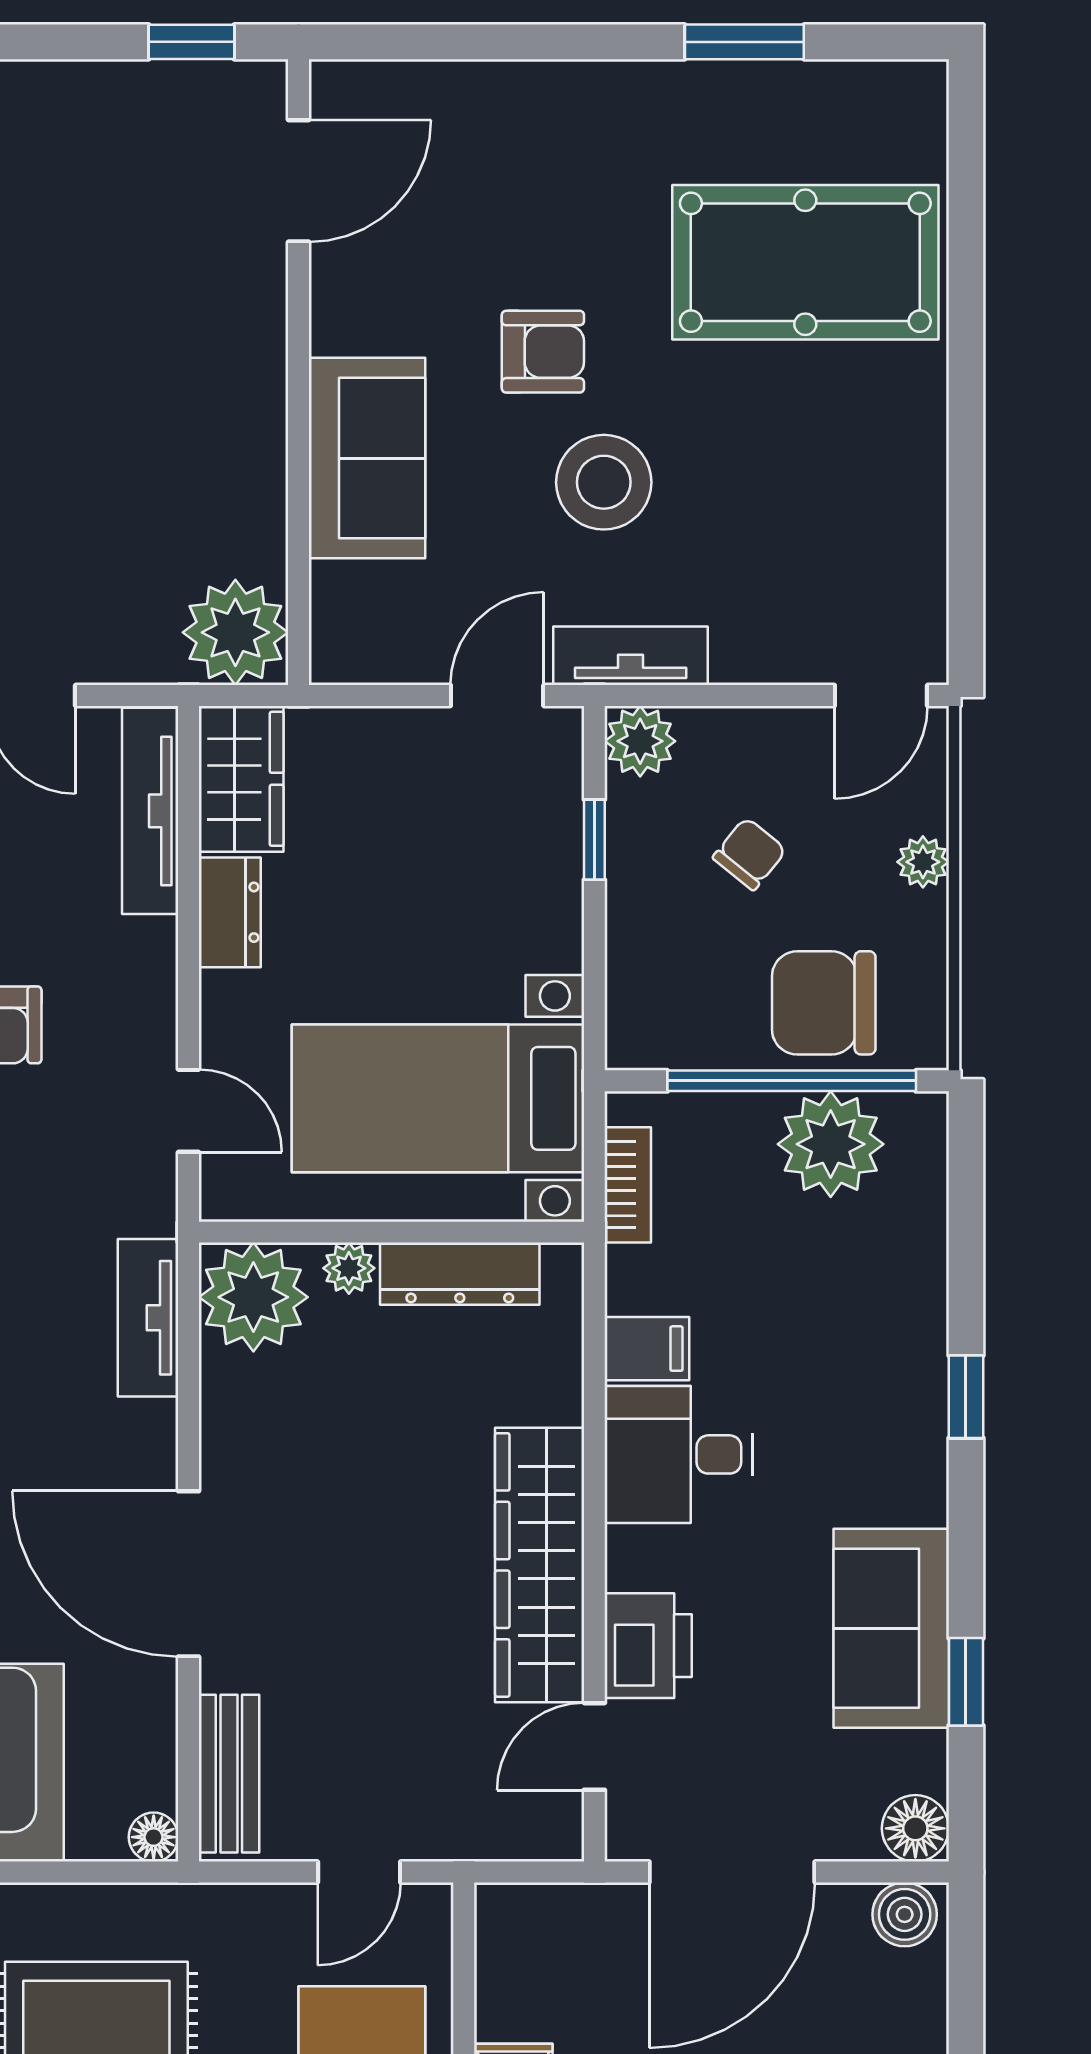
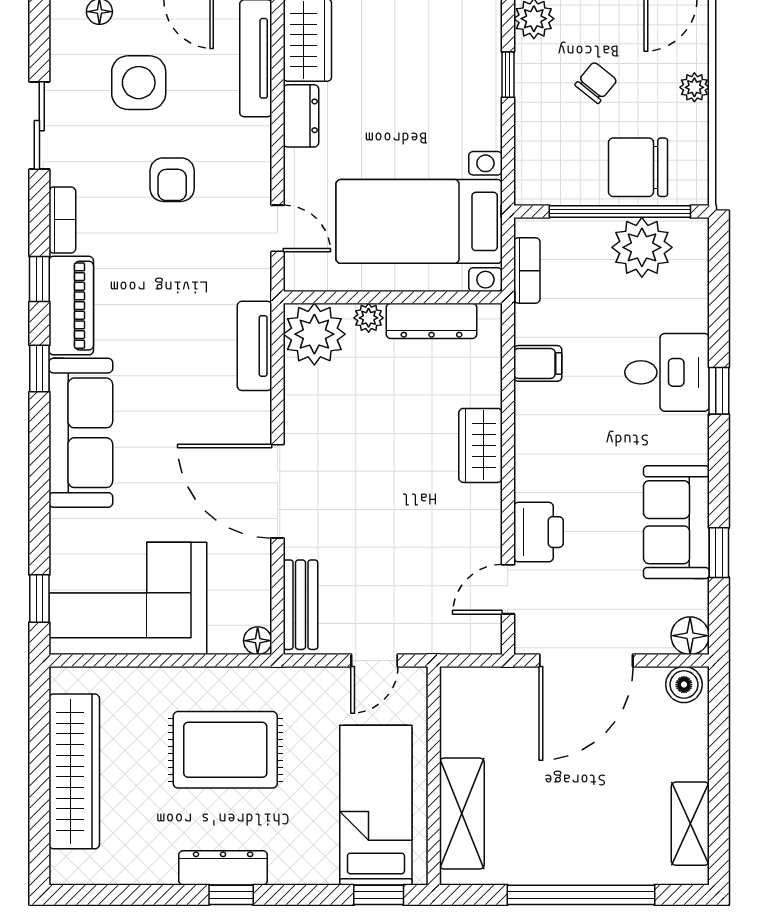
desk: (679, 1454) -> (667, 372), moved, turned 180
wardrobe: (540, 1565) -> (481, 445), width x0.48, depth x0.85

